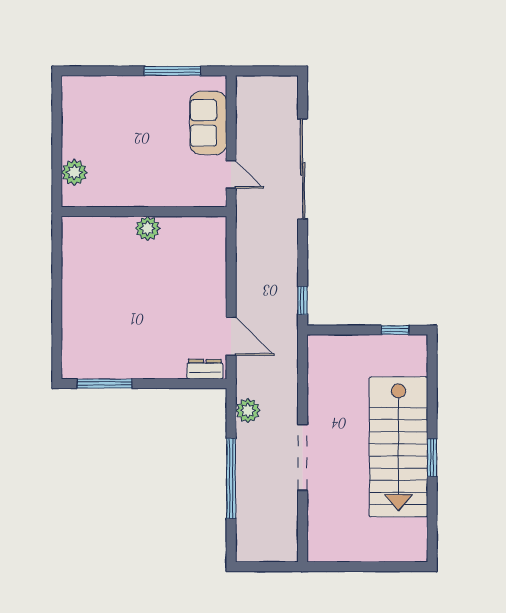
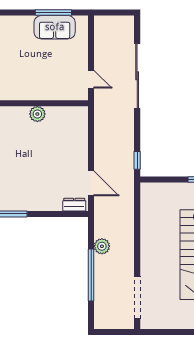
sofa: (208, 123) -> (55, 27), moved, turned -90
plant: (248, 411) -> (102, 246), moved
doorway: (303, 457) -> (137, 297), moved

